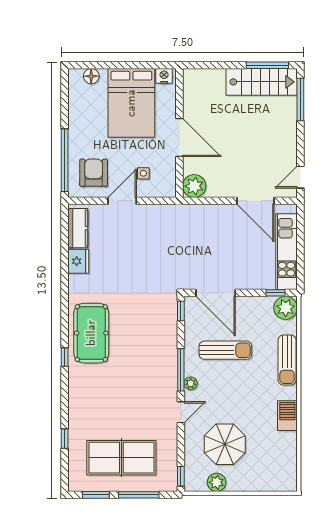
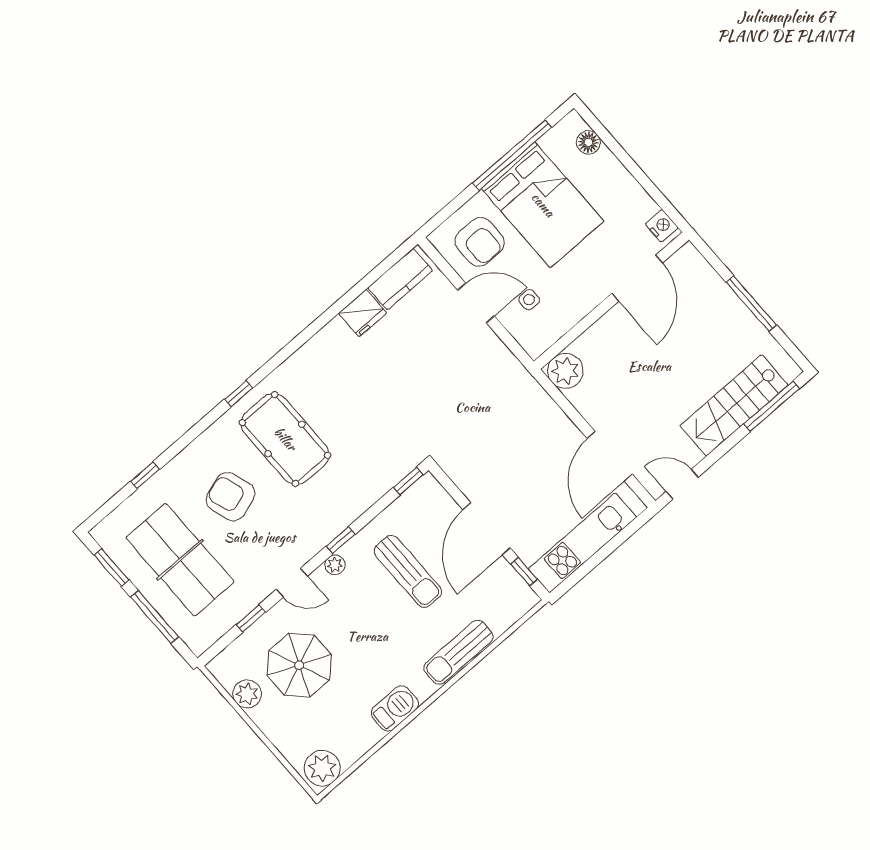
window: (267, 65) -> (751, 304), moved
stairs: (262, 82) -> (734, 405), moved, turned 90
bed: (131, 103) -> (543, 205), moved, turned -90
door: (179, 137) -> (637, 278), moved
window: (65, 160) -> (512, 155), moved
armchair: (94, 173) -> (480, 242), turned 90
door: (216, 293) -> (487, 529), moved
plant: (286, 308) -> (322, 768), moved
pool table: (91, 333) -> (285, 439), moved, turned 90
window: (181, 370) -> (341, 540), width x0.46
armchair: (112, 406) -> (230, 497), added
window: (181, 476) -> (251, 618), moved

